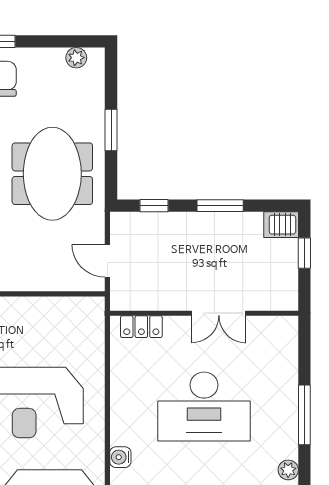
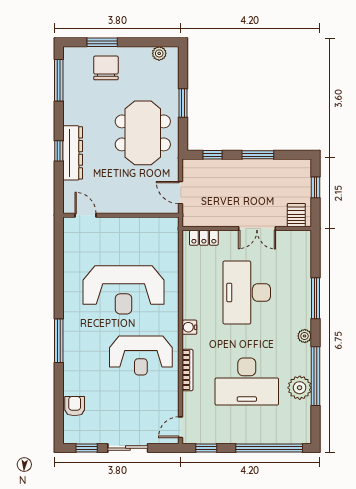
server rack: (281, 225) -> (296, 215), moved, turned 90
desk: (204, 406) -> (247, 293), turned 90

